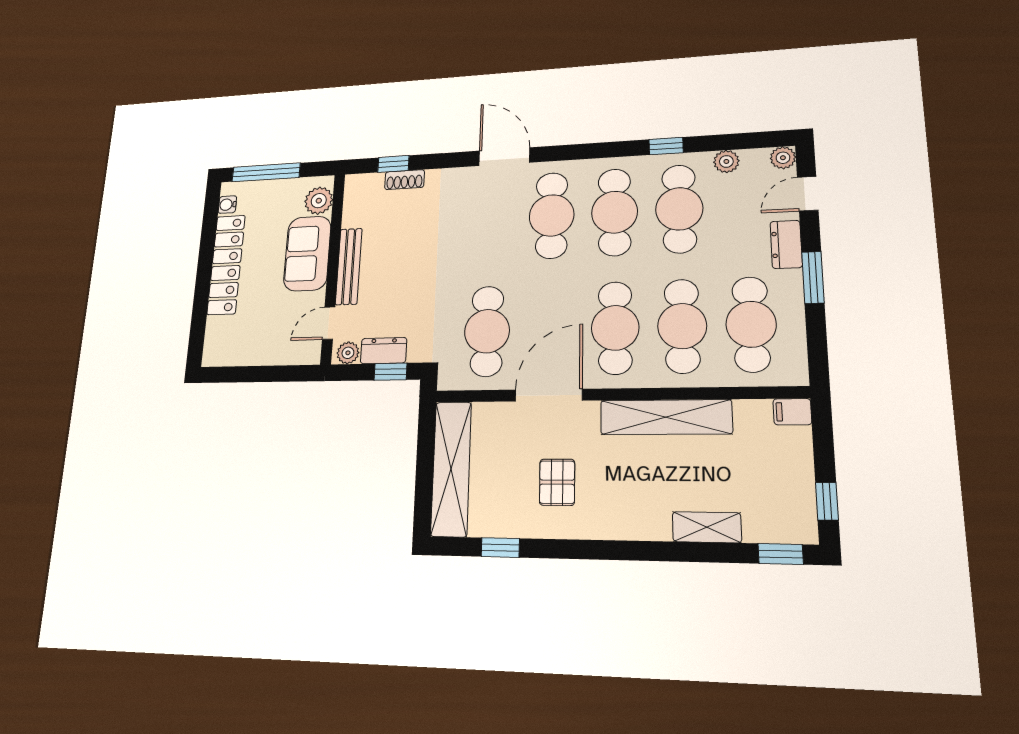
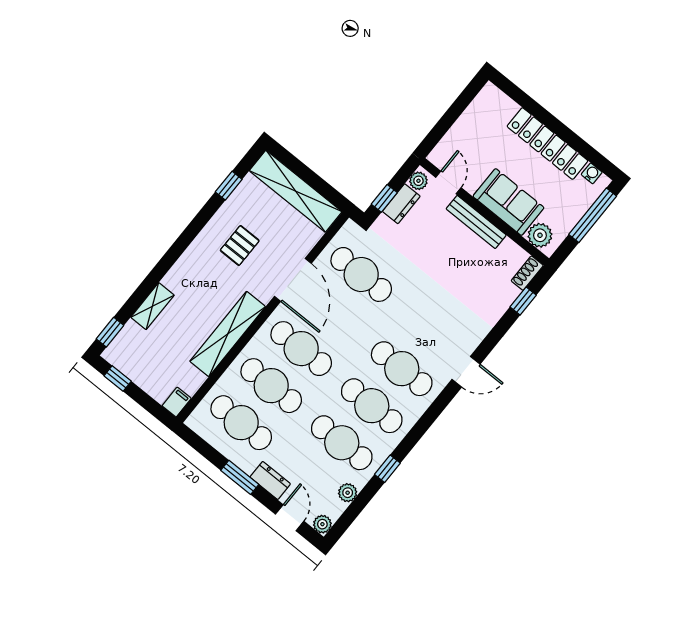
door: (504, 157) -> (466, 372), width x0.73
shoe rack: (405, 180) -> (527, 273), moved
pallet: (557, 482) -> (240, 246), turned 90

